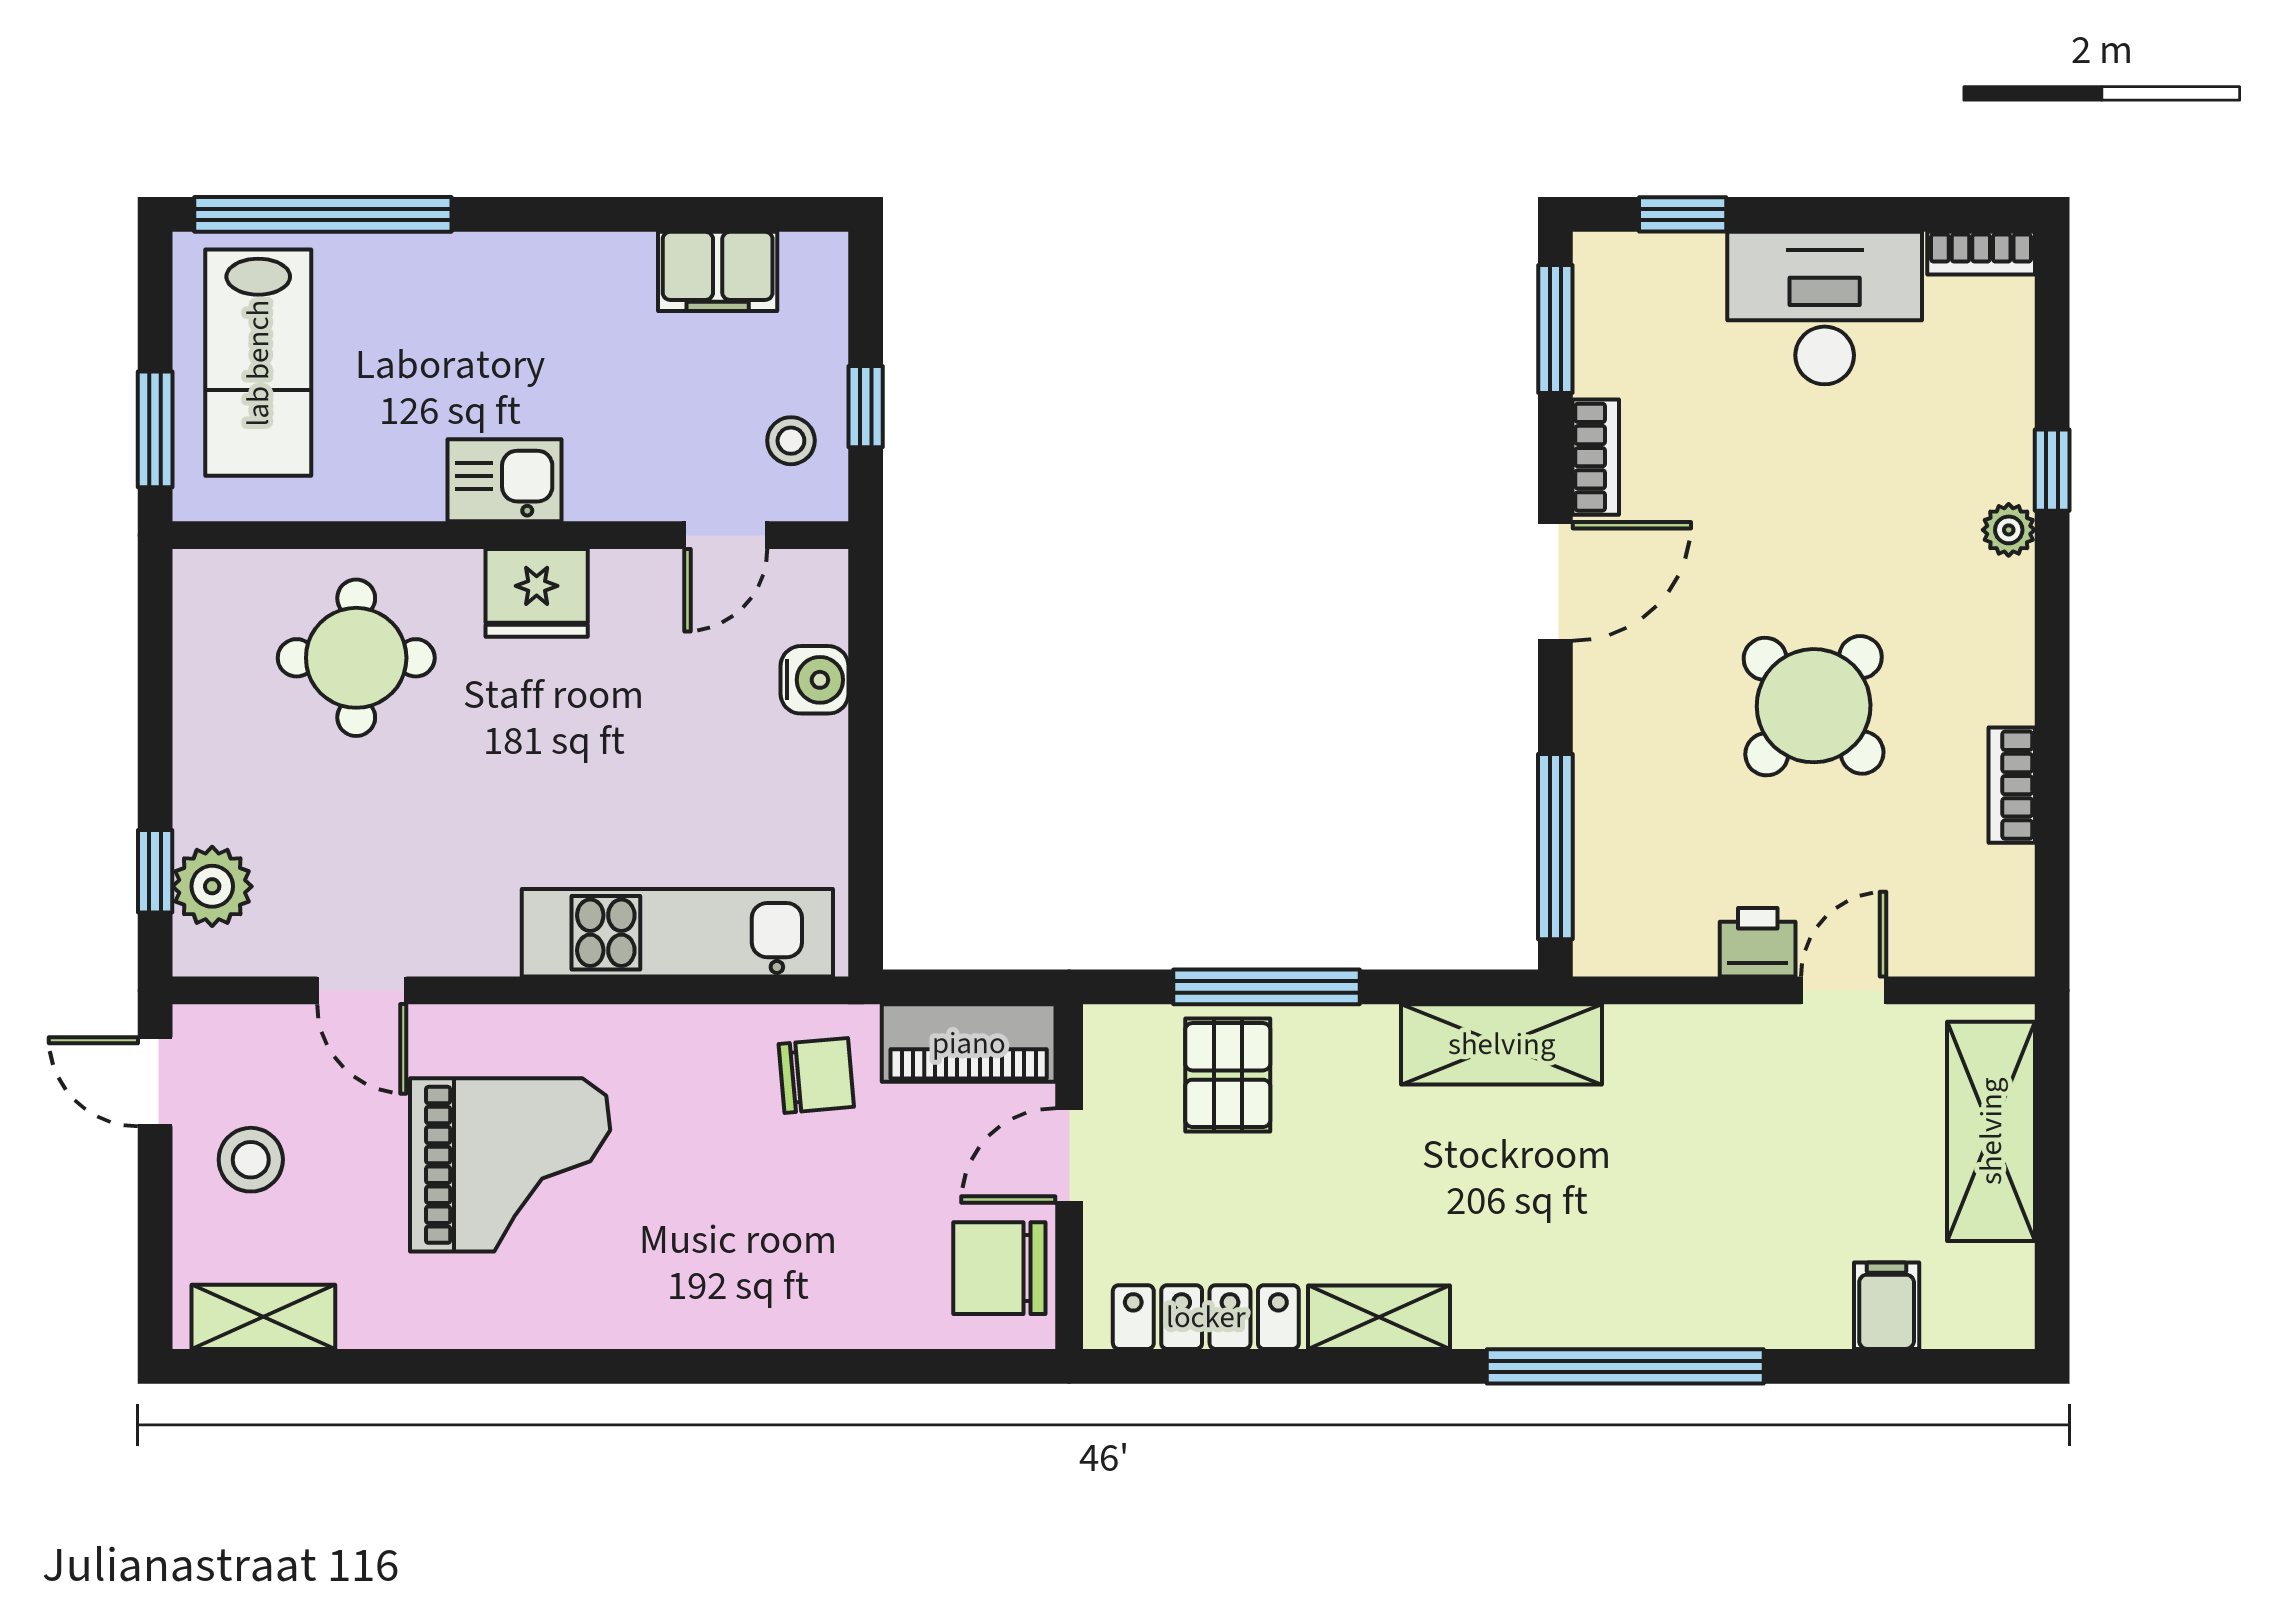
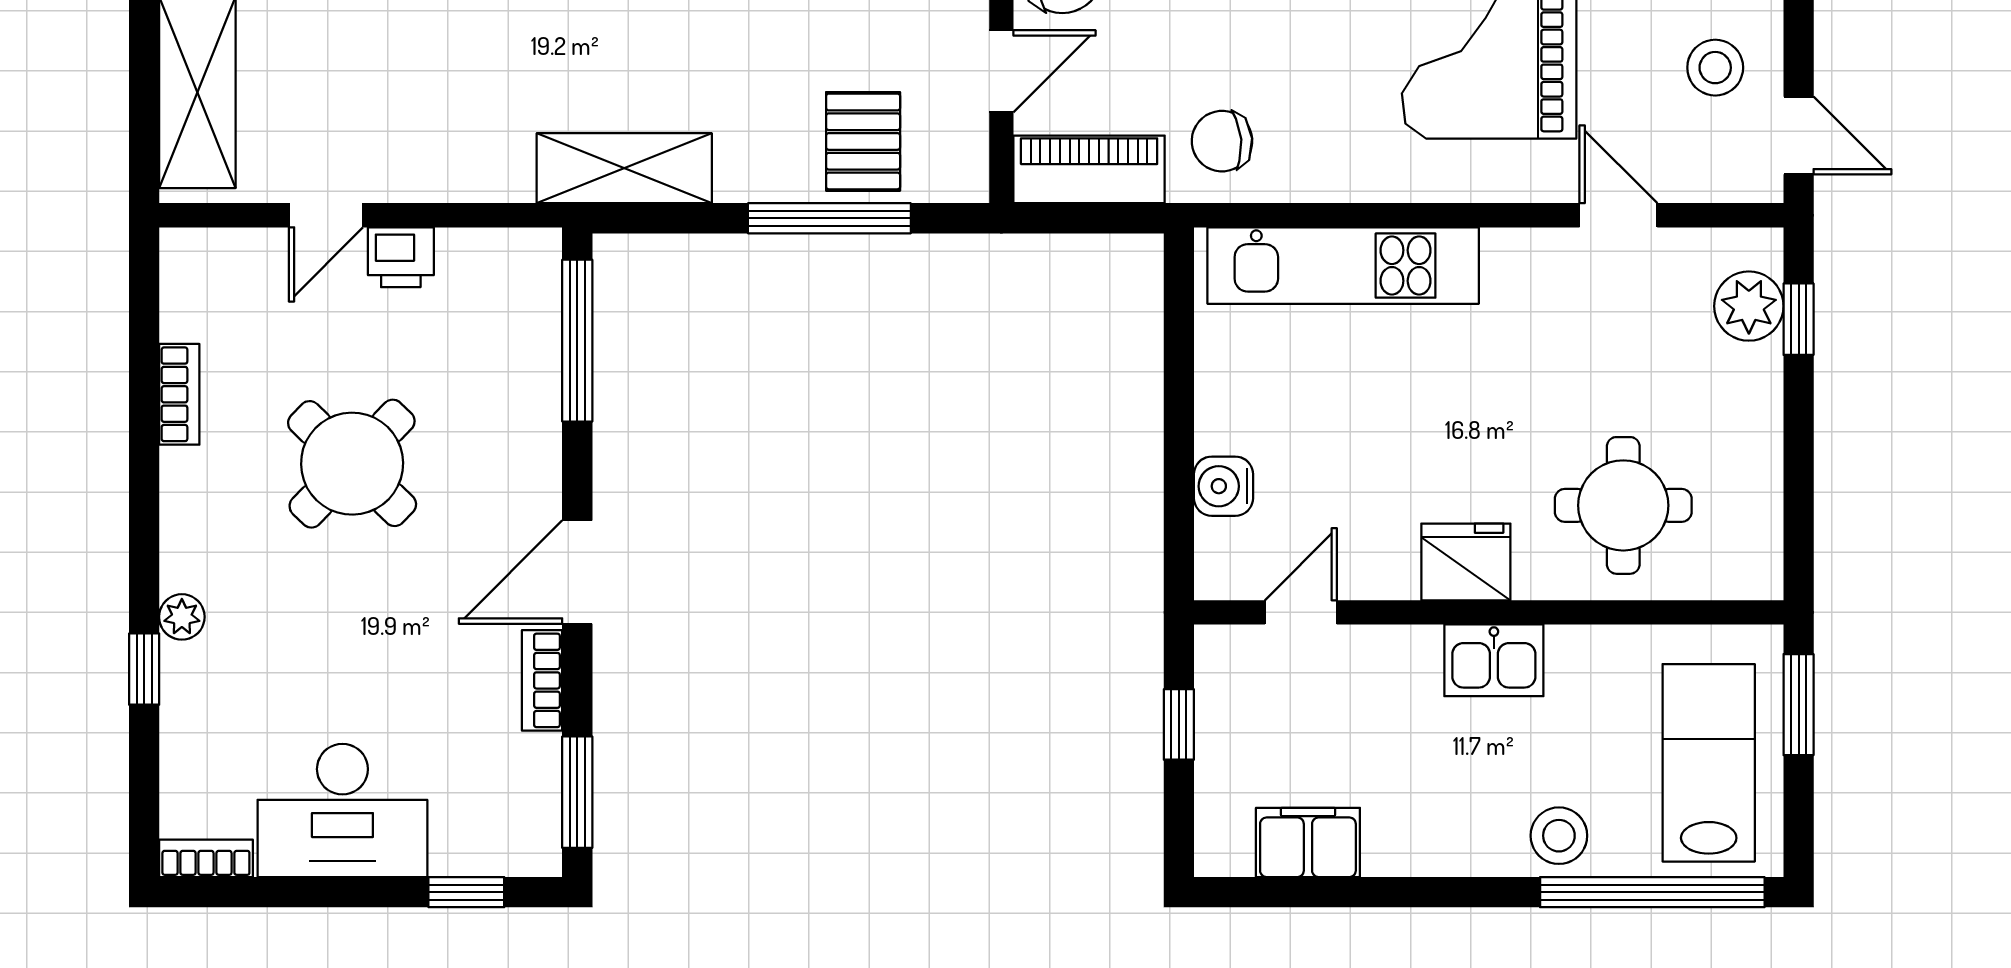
stool: (791, 441) -> (1559, 836), moved, width x1.37, depth x1.37

